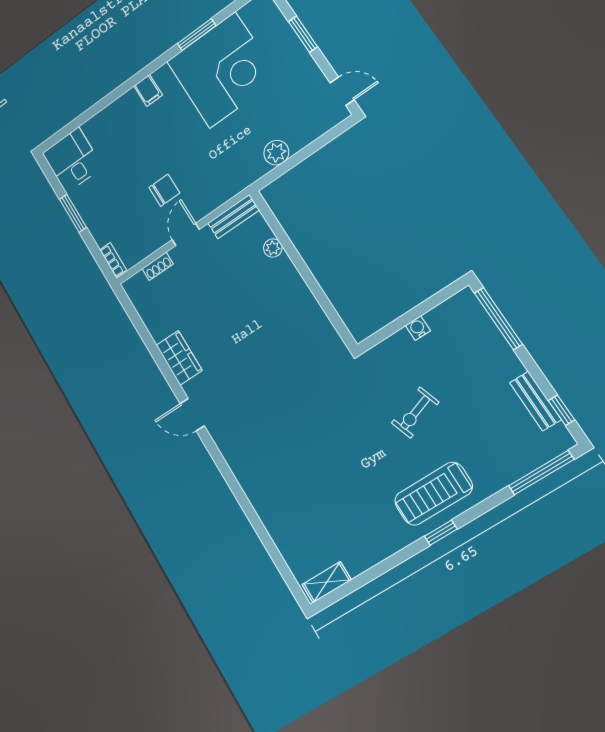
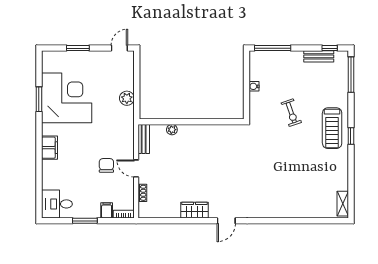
filing cabinet: (148, 91) -> (49, 148), width x2.00
filing cabinet: (104, 233) -> (107, 210), added

